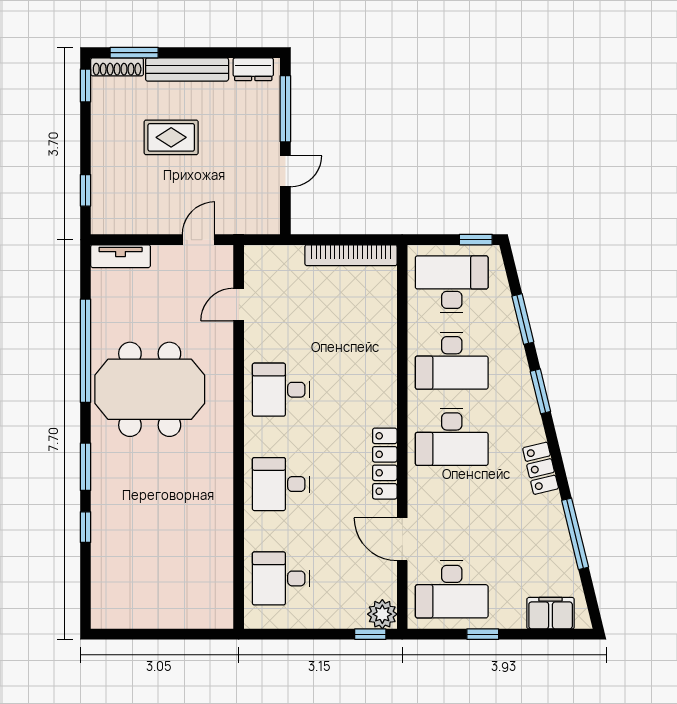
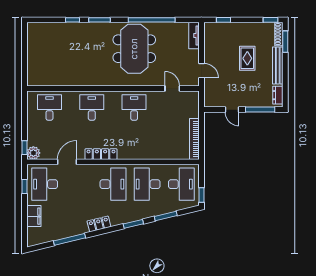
desk: (452, 437) -> (113, 184), turned 180
filing cabinet: (551, 613) -> (34, 216), moved
window: (483, 634) -> (24, 187), moved

